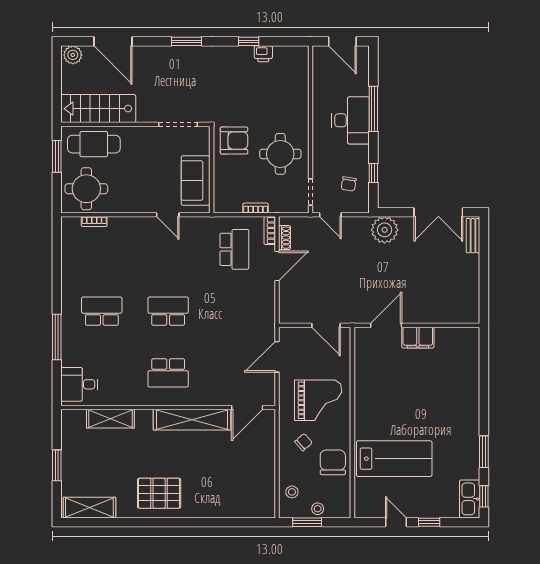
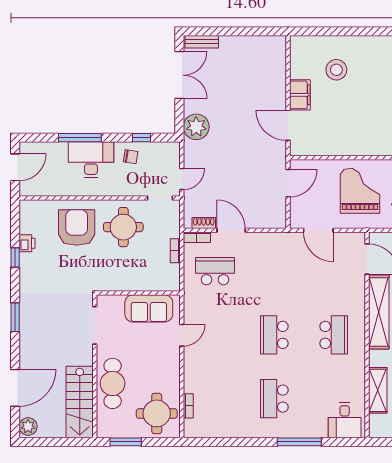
armchair: (234, 141) -> (77, 228), moved, width x1.36, depth x1.36
cafe table: (94, 144) -> (113, 383), moved
chair: (349, 184) -> (131, 157), moved
stool: (444, 376) -> (336, 70), added

